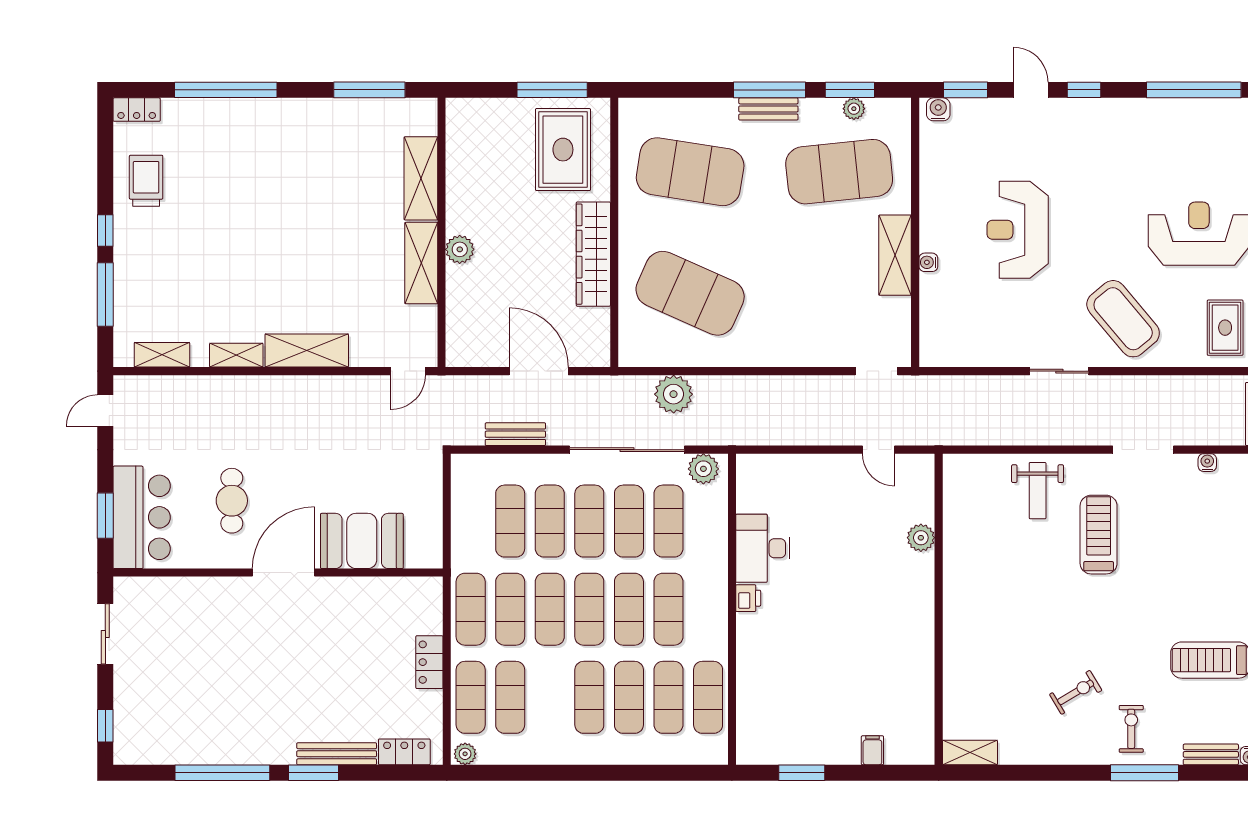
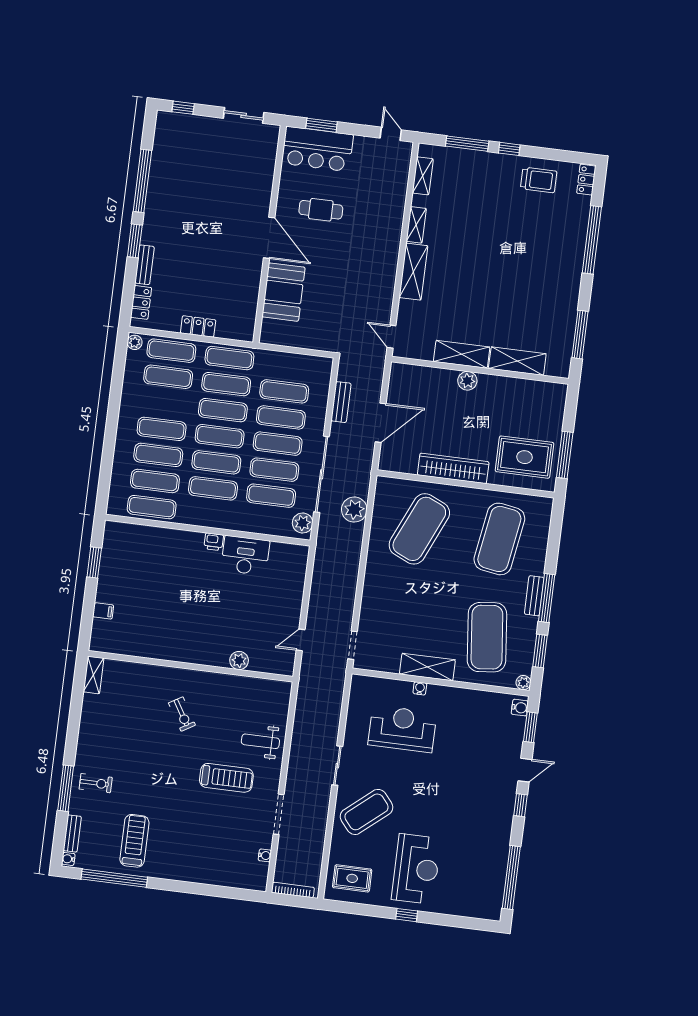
plant: (854, 109) -> (523, 683), moved
reception desk: (1018, 230) -> (402, 729), moved
exercise bike: (1076, 692) -> (182, 714), moved
bench: (337, 754) -> (145, 265), width x0.73

